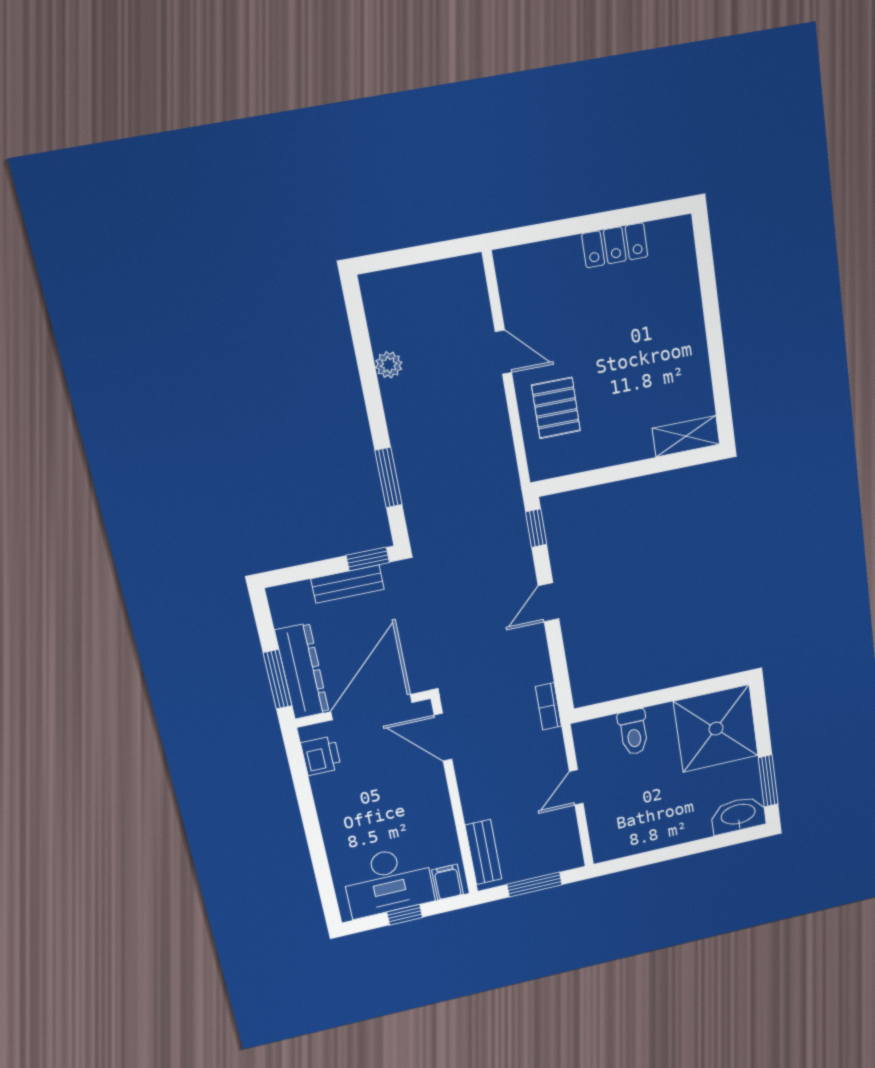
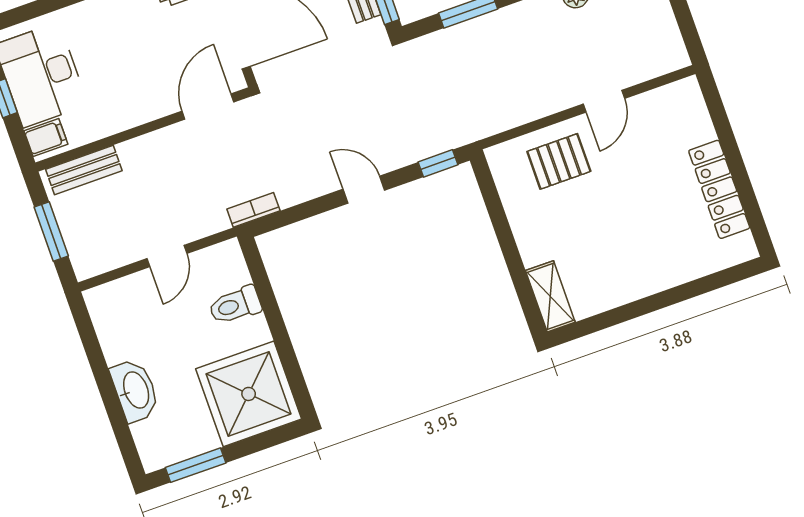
locker: (615, 245) -> (719, 189), width x1.53
door: (576, 787) -> (167, 256), swing flipped
washbasin: (738, 815) -> (135, 390), moved

